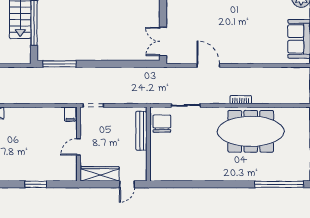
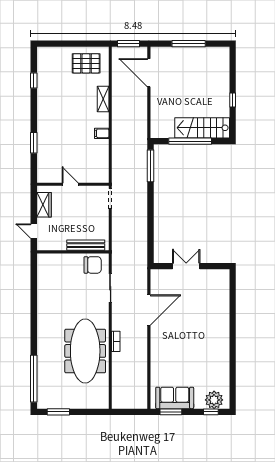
double door: (163, 41) -> (186, 266), moved
door: (208, 65) -> (149, 310), width x1.36
filing cabinet: (70, 114) -> (102, 133), moved
wardrobe: (100, 174) -> (44, 205), width x0.67

